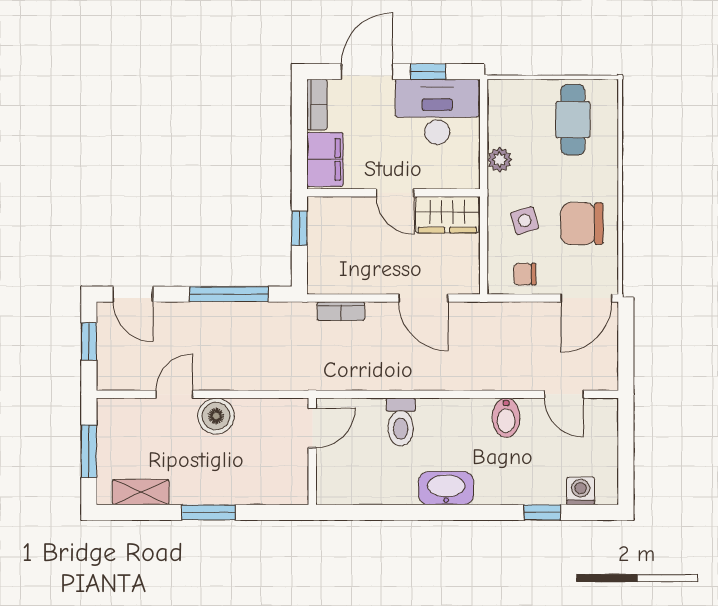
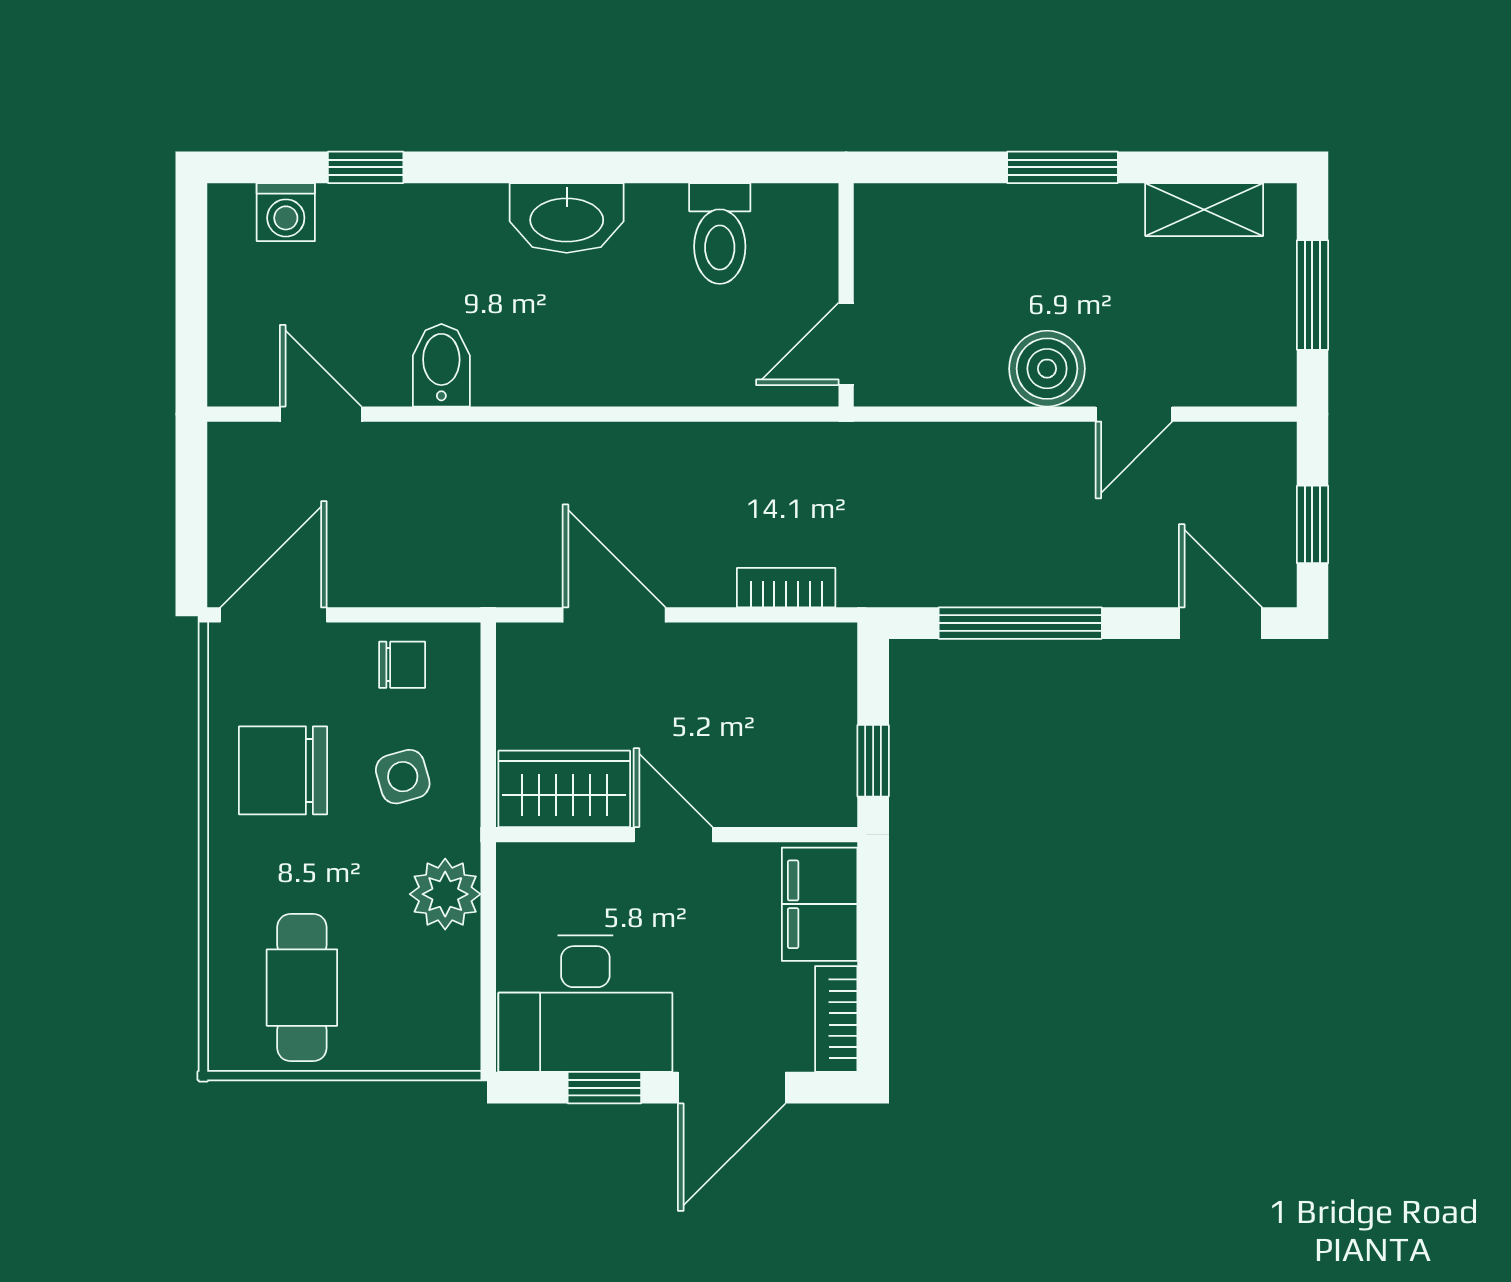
plant: (500, 160) -> (445, 894), width x1.38, depth x1.38
chair: (582, 224) -> (283, 770), turned 180
toilet: (401, 422) -> (720, 233), moved, turned 180

